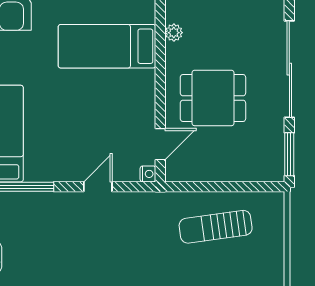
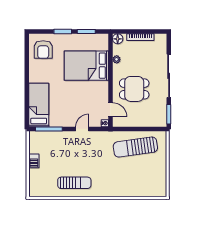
bed: (107, 46) -> (86, 66), width x1.50
door: (160, 144) -> (110, 110), hinge flipped
sun lounger: (216, 227) -> (135, 147), width x1.36, depth x1.34

